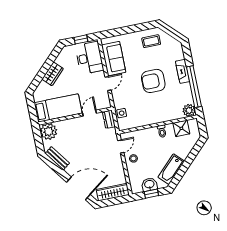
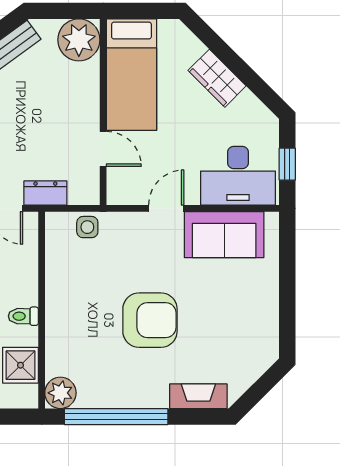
coffee table: (151, 41) -> (248, 335), removed
fireplace: (183, 71) -> (198, 396), moved
armchair: (153, 81) -> (150, 320), turned 90
door: (108, 84) -> (166, 208), swing flipped
dresser: (109, 119) -> (45, 193), moved

